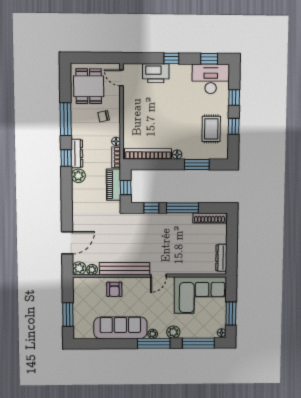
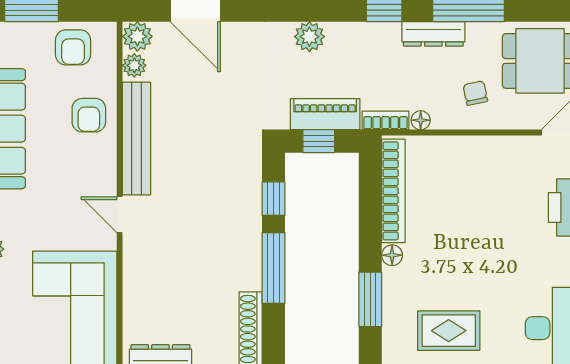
dresser: (77, 154) -> (433, 34), moved
plant: (78, 176) -> (309, 37), moved
armchair: (114, 289) -> (89, 115), turned -90
armchair: (84, 296) -> (73, 47), added

